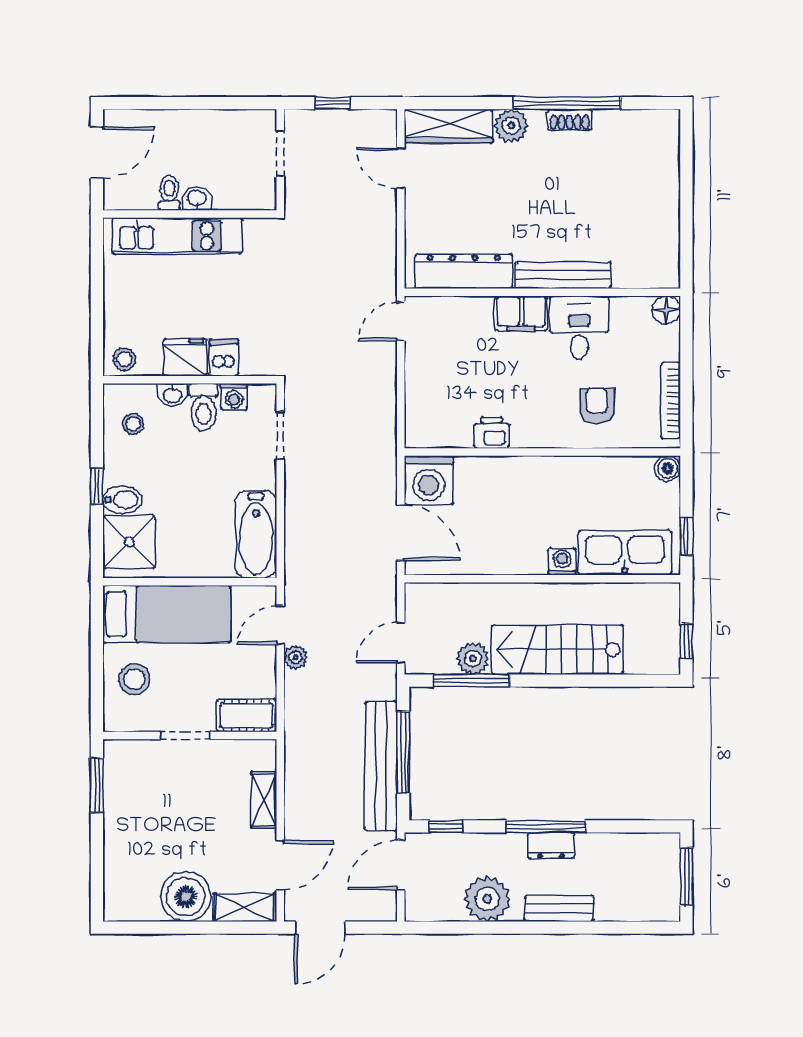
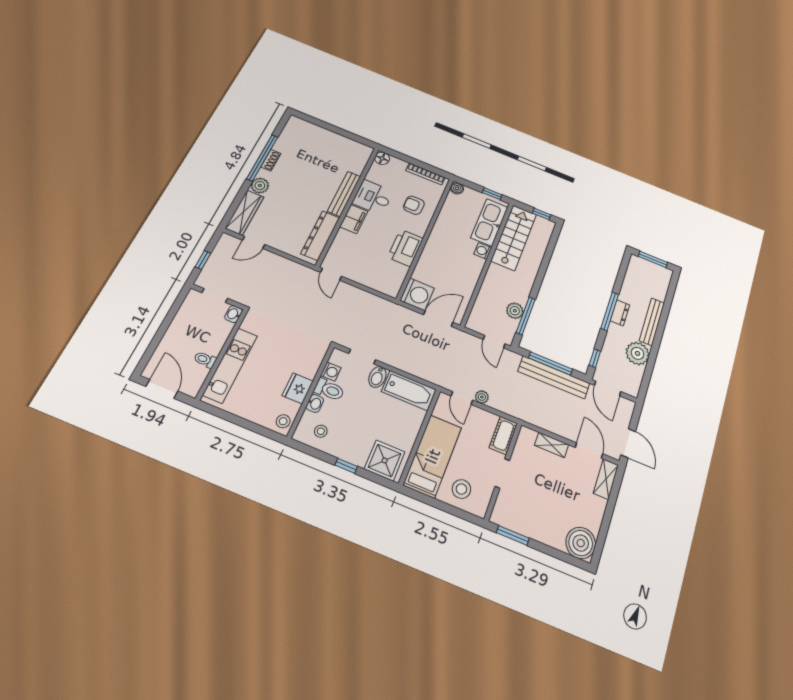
washbasin: (197, 199) -> (234, 314), moved
dishwasher: (224, 358) -> (308, 368), removed
printer: (491, 433) -> (405, 248), width x1.87, depth x1.48
bidet: (123, 500) -> (377, 377), moved, turned 180
stairs: (557, 650) -> (514, 237), moved, turned 180
boiler: (186, 897) -> (581, 543), moved
bench: (559, 909) -> (652, 322), width x1.36

